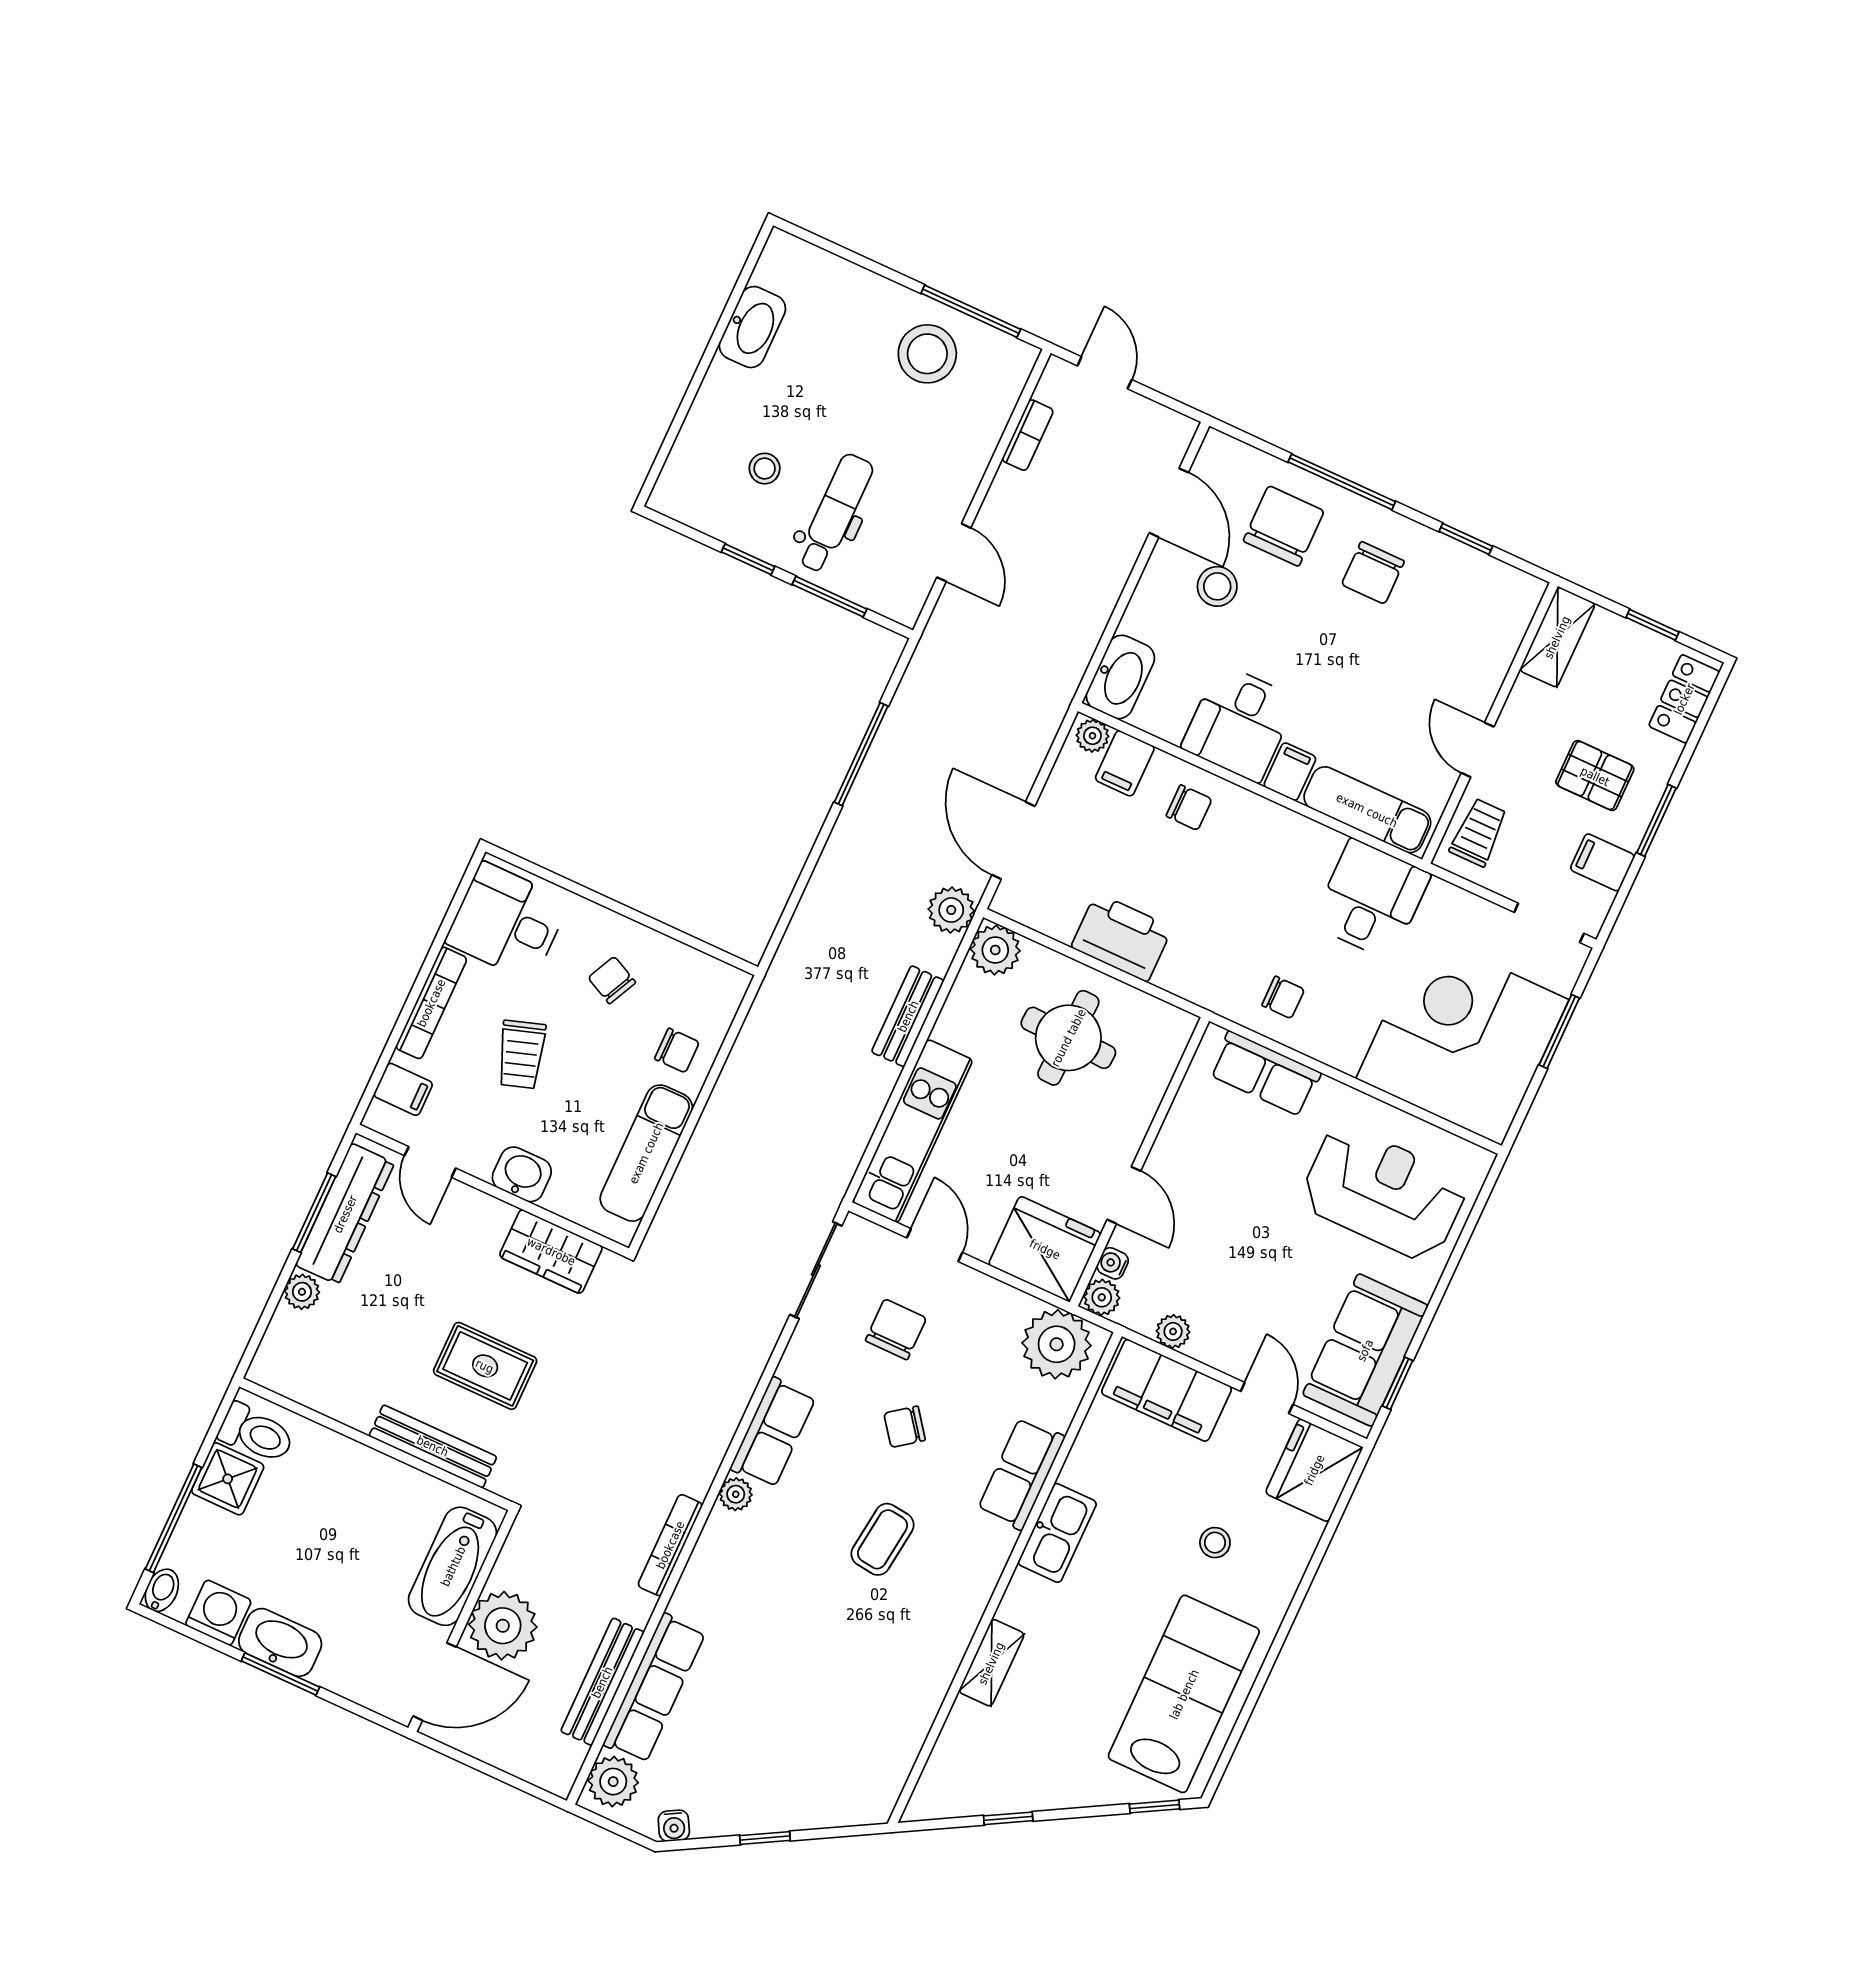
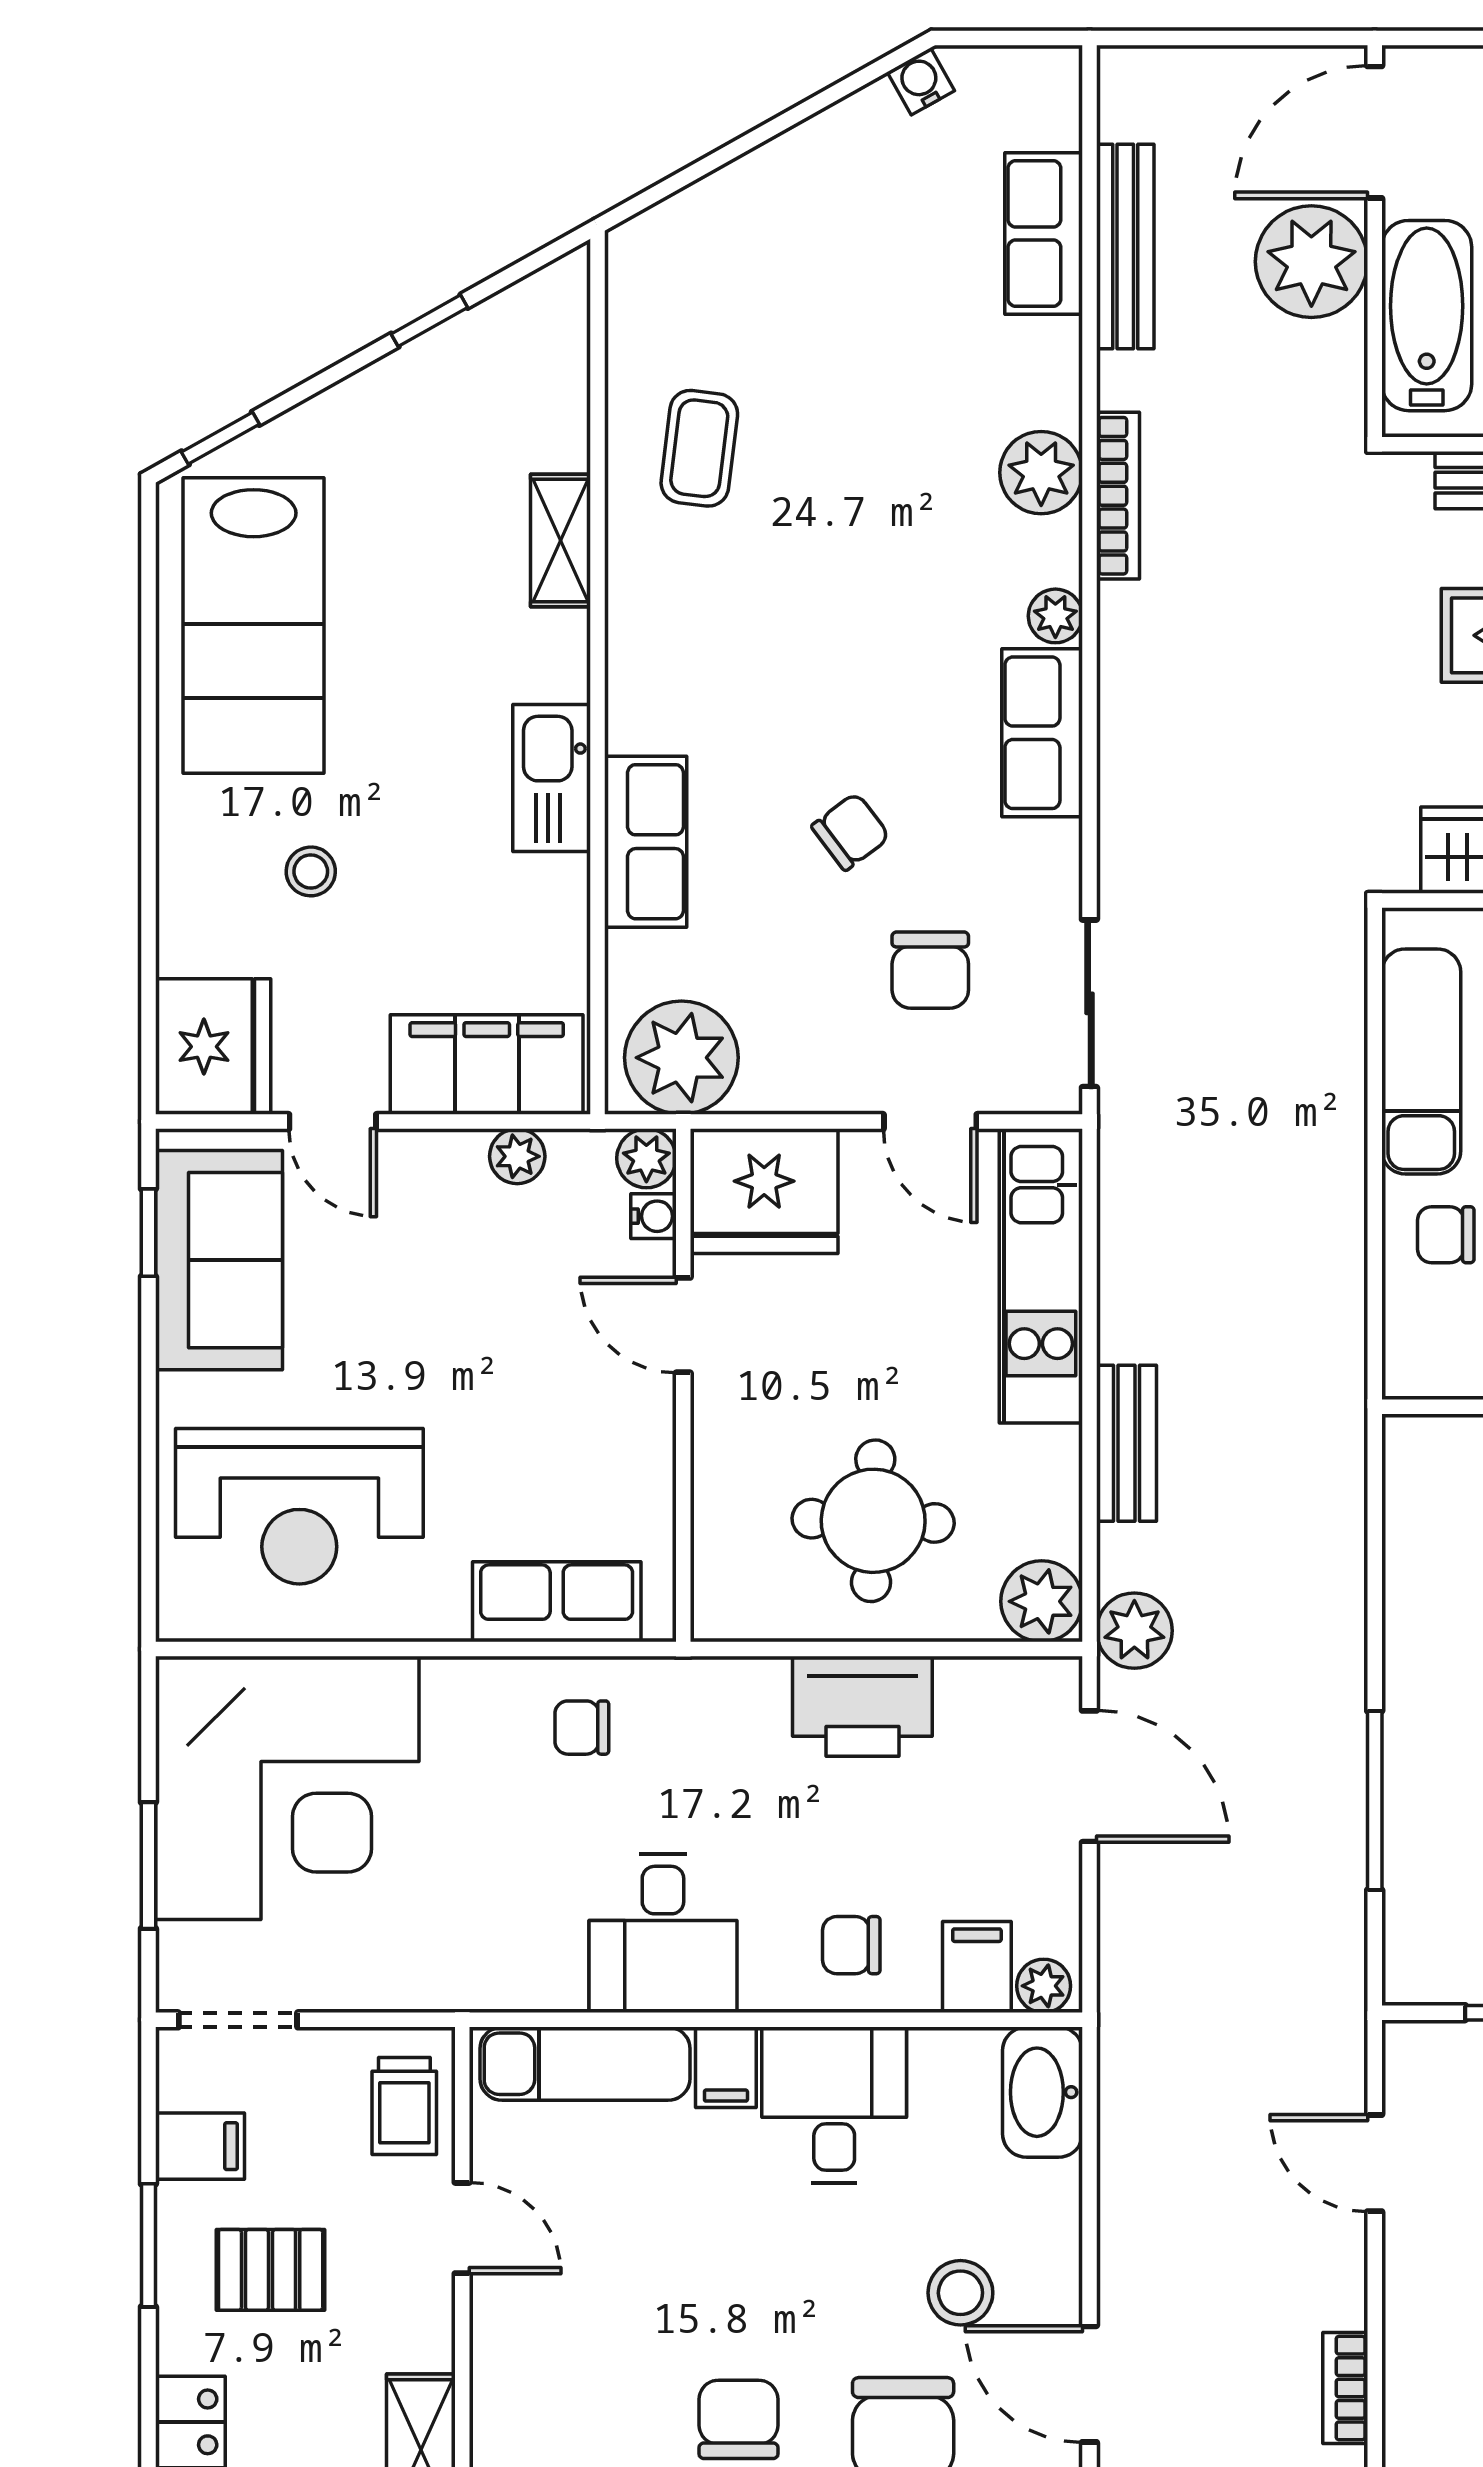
desk: (1371, 899) -> (663, 1933), moved
coffee table: (883, 1539) -> (699, 448), moved
row of seats: (654, 1688) -> (1044, 234), width x0.68
plant: (613, 1782) -> (1041, 473), moved
window: (765, 1838) -> (777, 125), removed

